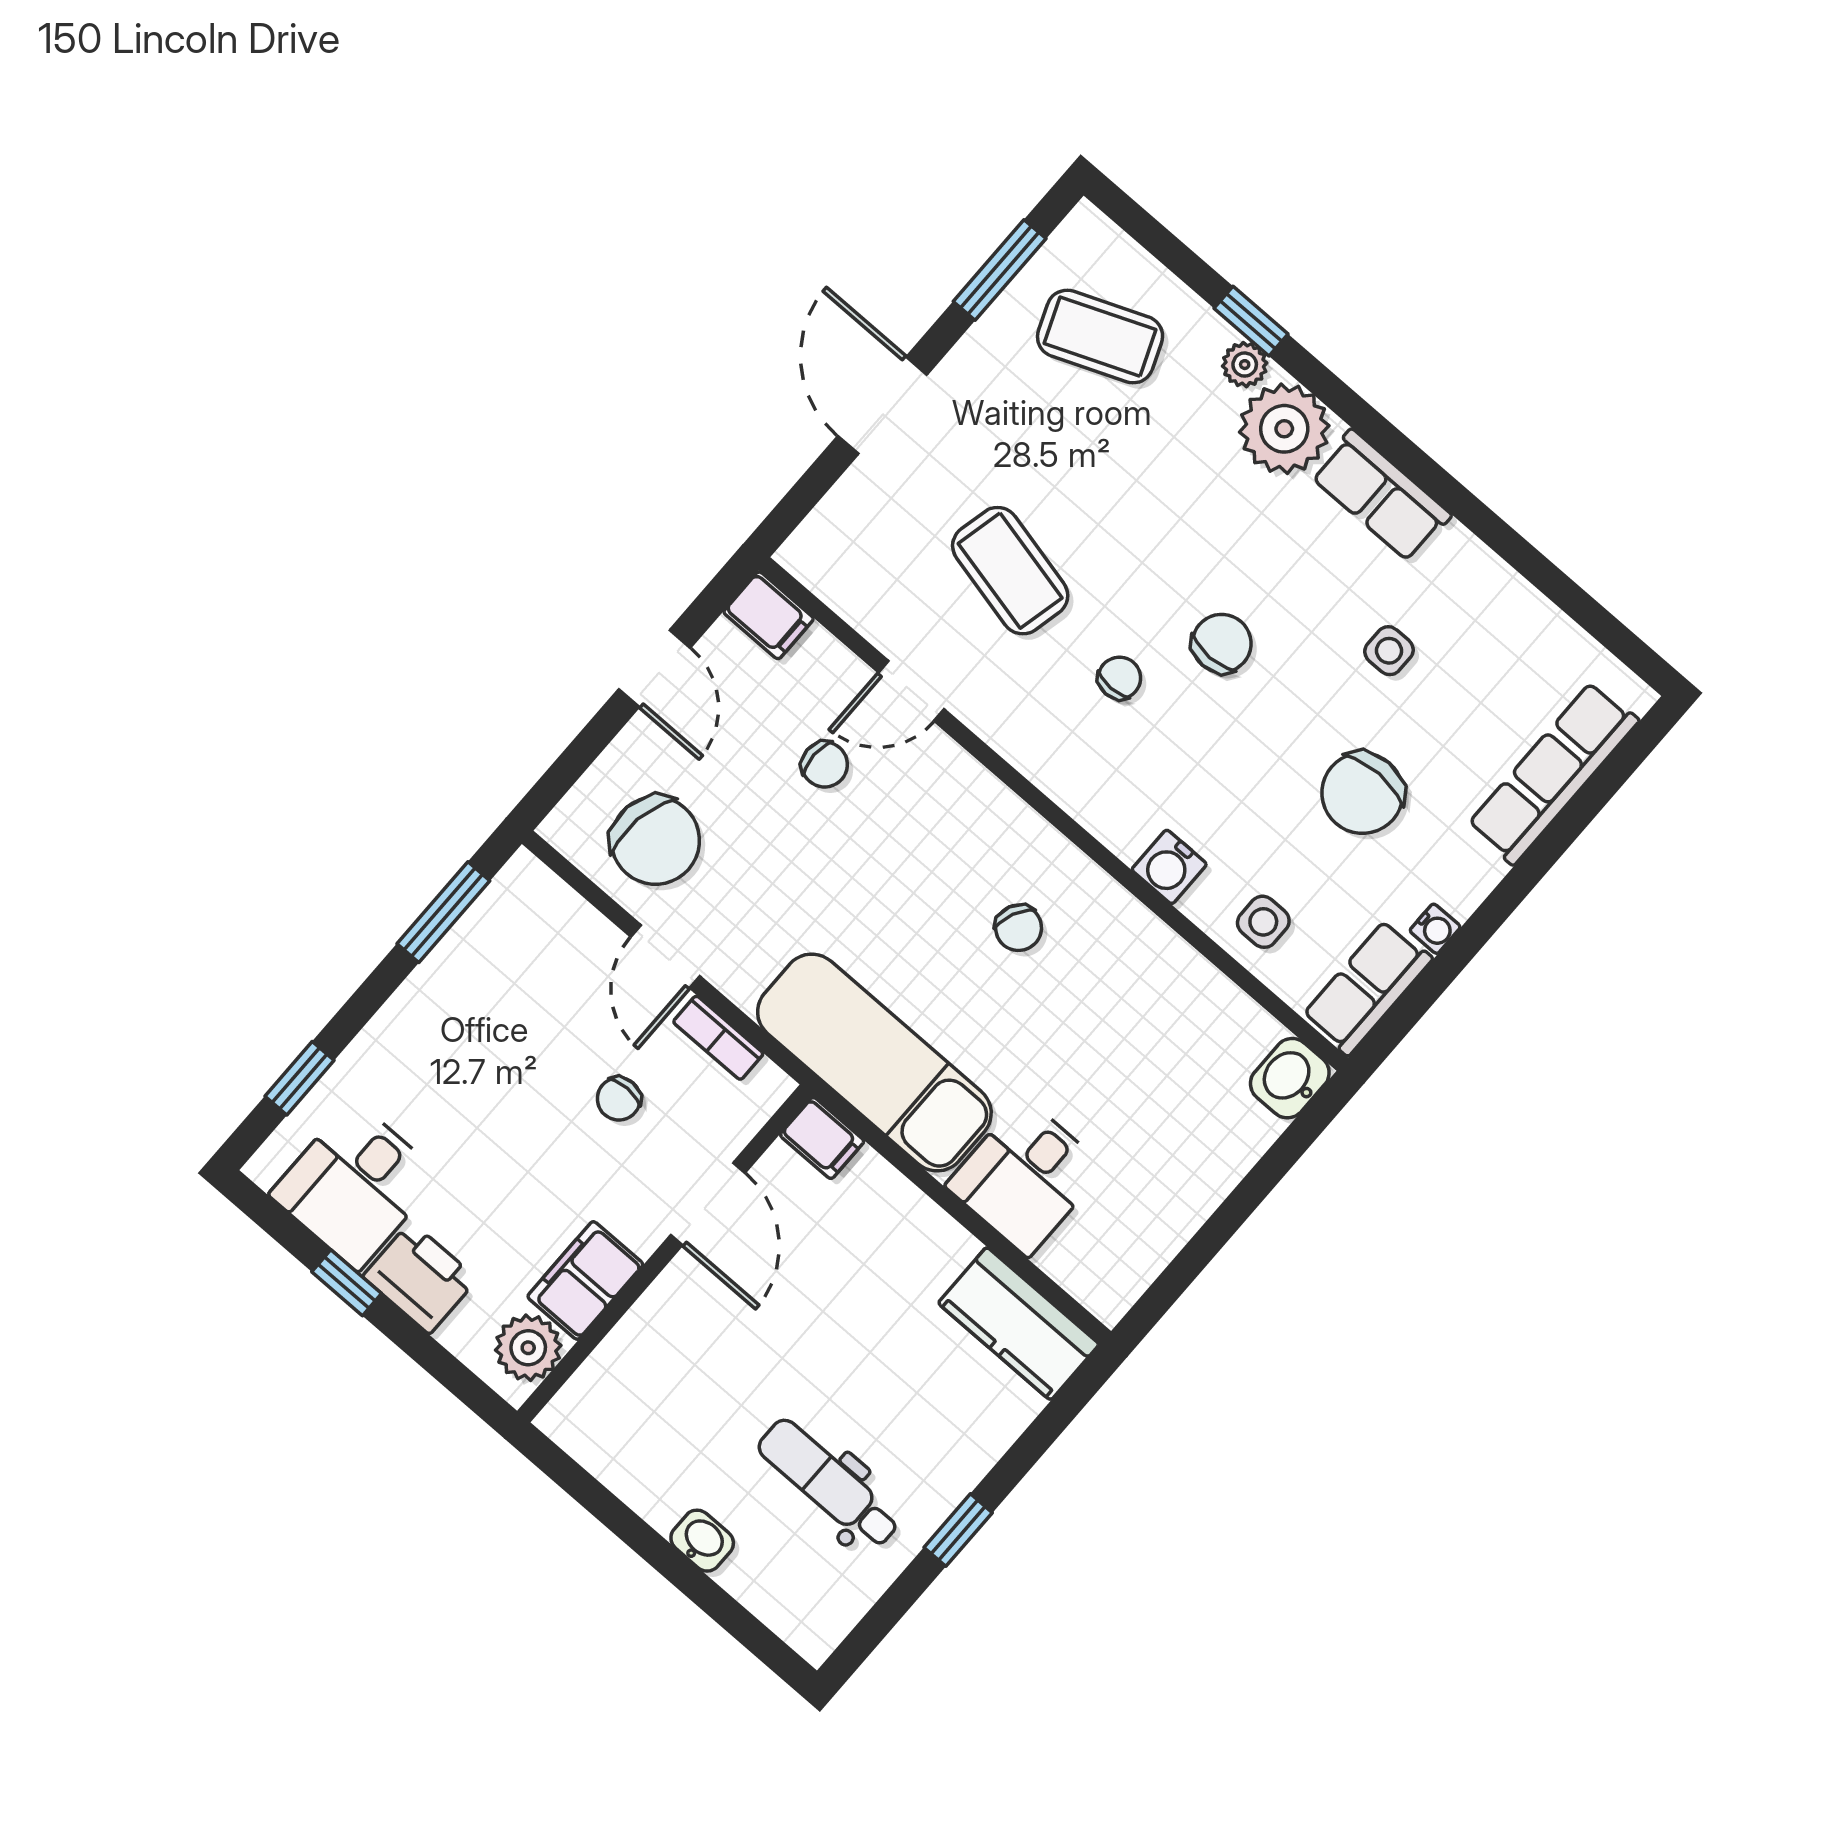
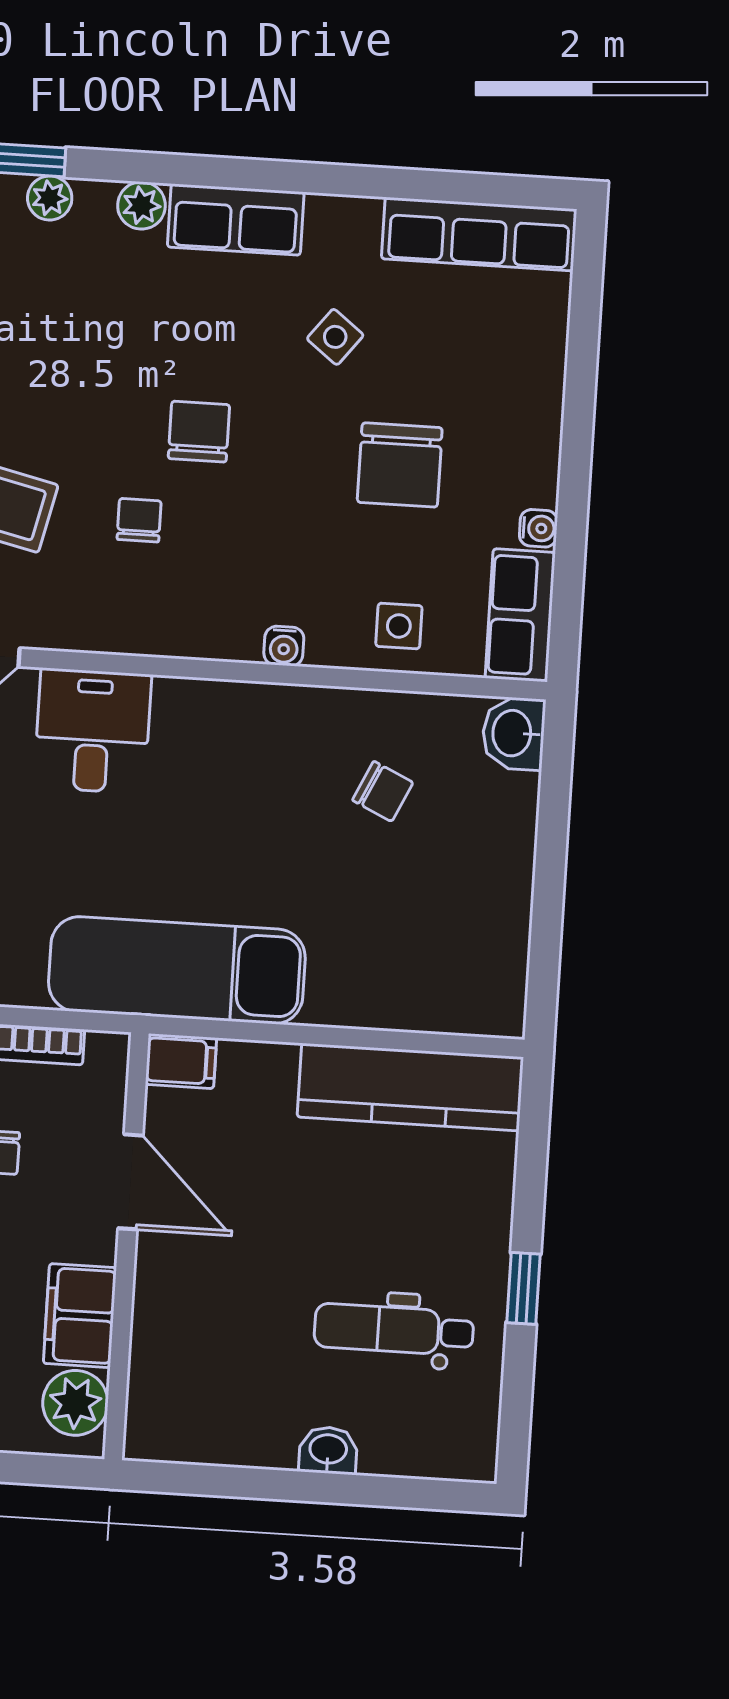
plant: (1284, 429) -> (141, 205), width x0.53, depth x0.53
side table: (1389, 651) -> (335, 337), turned 38
row of seats: (1553, 773) -> (479, 234), moved, turned -90
water cooler: (1169, 867) -> (284, 646), width x0.72, depth x0.72
chair: (1019, 928) -> (383, 791), moved
desk: (1026, 1177) -> (93, 731), moved, turned 180
kitchen counter: (1019, 1324) -> (410, 1087), width x1.50

